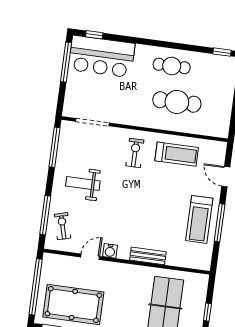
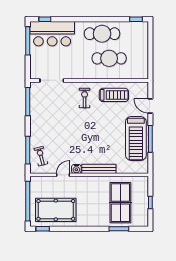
cafe table: (172, 66) -> (102, 34), width x1.37, depth x1.35
weight bench: (83, 184) -> (51, 124), removed
treadmill: (199, 219) -> (136, 138), width x1.37, depth x1.38
bench: (148, 256) -> (99, 169), width x1.36

